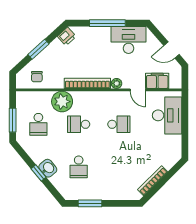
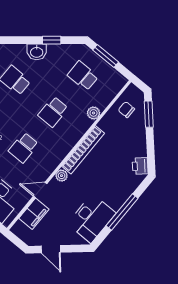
window: (38, 49) -> (149, 114), moved
door: (172, 50) -> (51, 249), swing flipped
plant: (62, 102) -> (94, 113), width x0.53, depth x0.53
school desk: (79, 124) -> (53, 112), turned 180
window: (39, 173) -> (52, 40), moved

